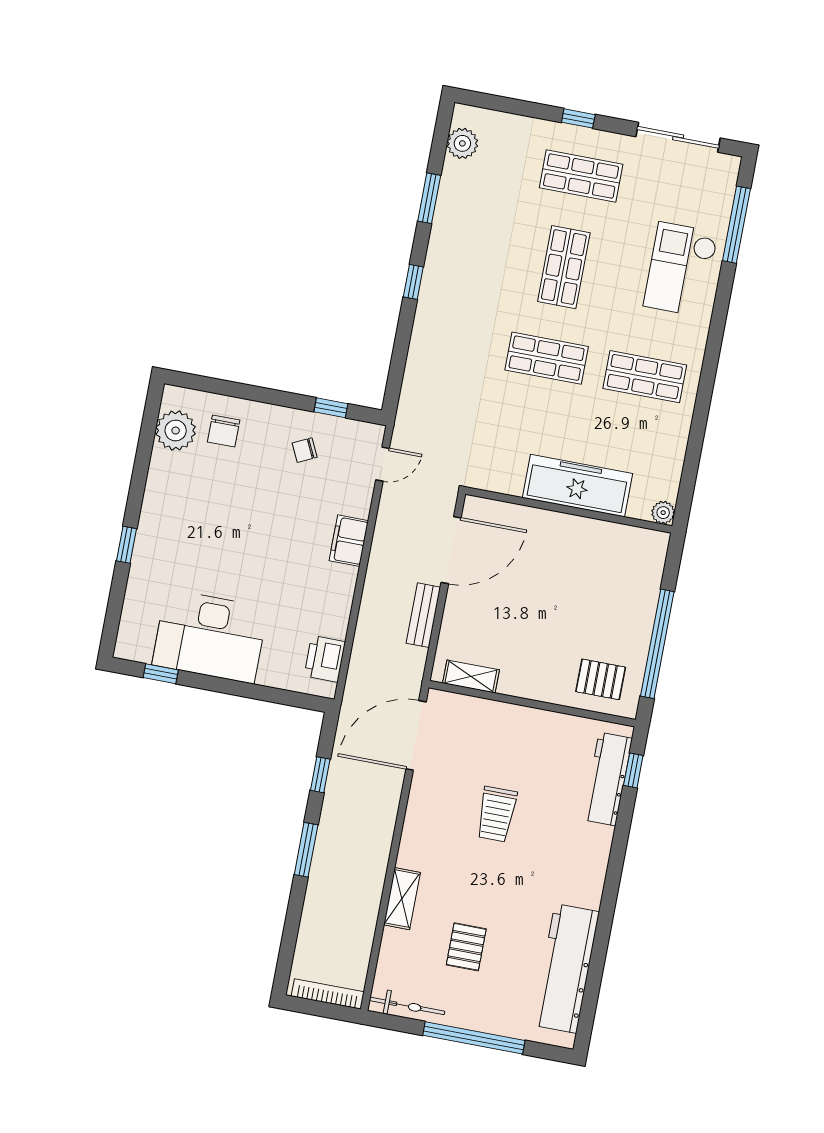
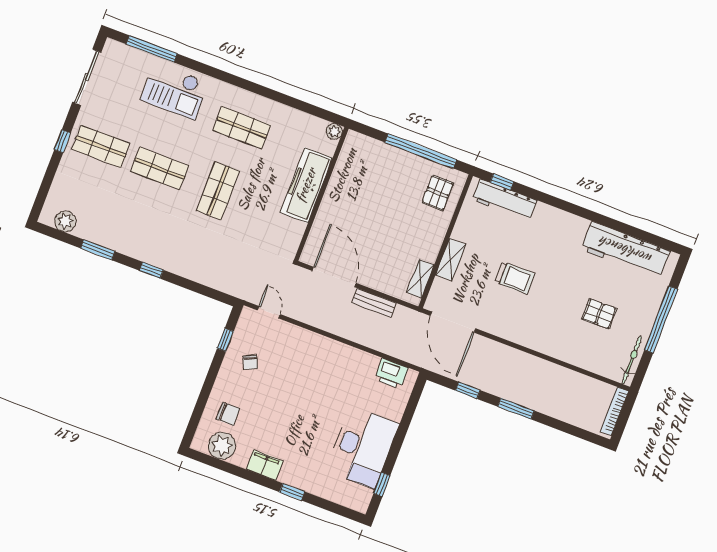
shop shelf: (581, 176) -> (101, 146), turned 90
shop shelf: (645, 377) -> (242, 128), turned 90
filing cabinet: (349, 541) -> (264, 465), moved, turned 180
shelving: (402, 899) -> (451, 260), moved, turned 90

